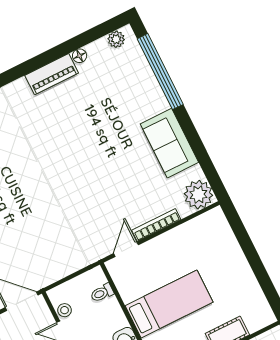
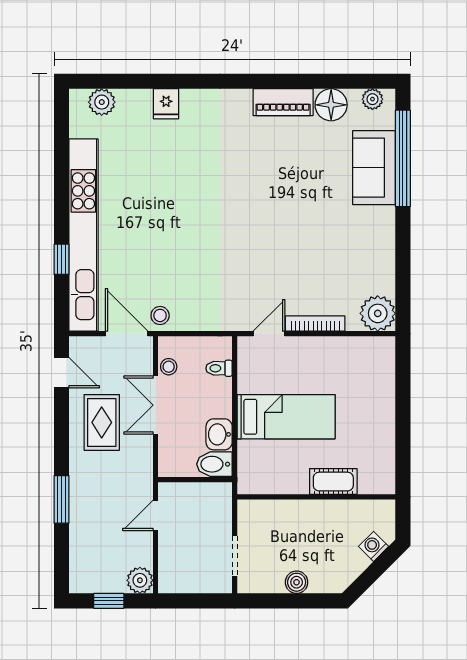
floor lamp: (80, 56) -> (331, 105), width x1.89, depth x1.89
sofa: (169, 143) -> (374, 168), moved
stool: (39, 276) -> (160, 315), added

